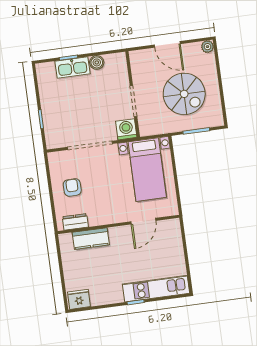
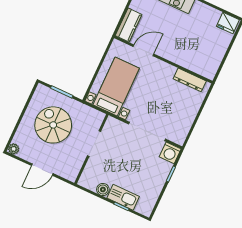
door: (167, 44) -> (42, 170), swing flipped
washing machine: (126, 129) -> (170, 153), moved
armchair: (72, 187) -> (180, 109), removed
dresser: (75, 222) -> (190, 80), width x1.44
kitchen counter: (91, 239) -> (129, 25), moved, turned 90

